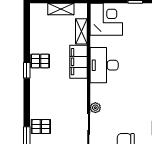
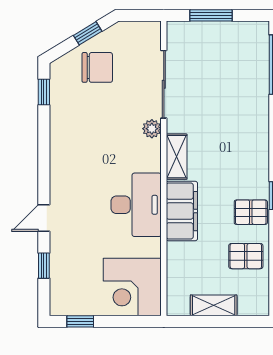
shelving: (81, 31) -> (177, 157), moved
pallet: (41, 127) -> (246, 256), moved

